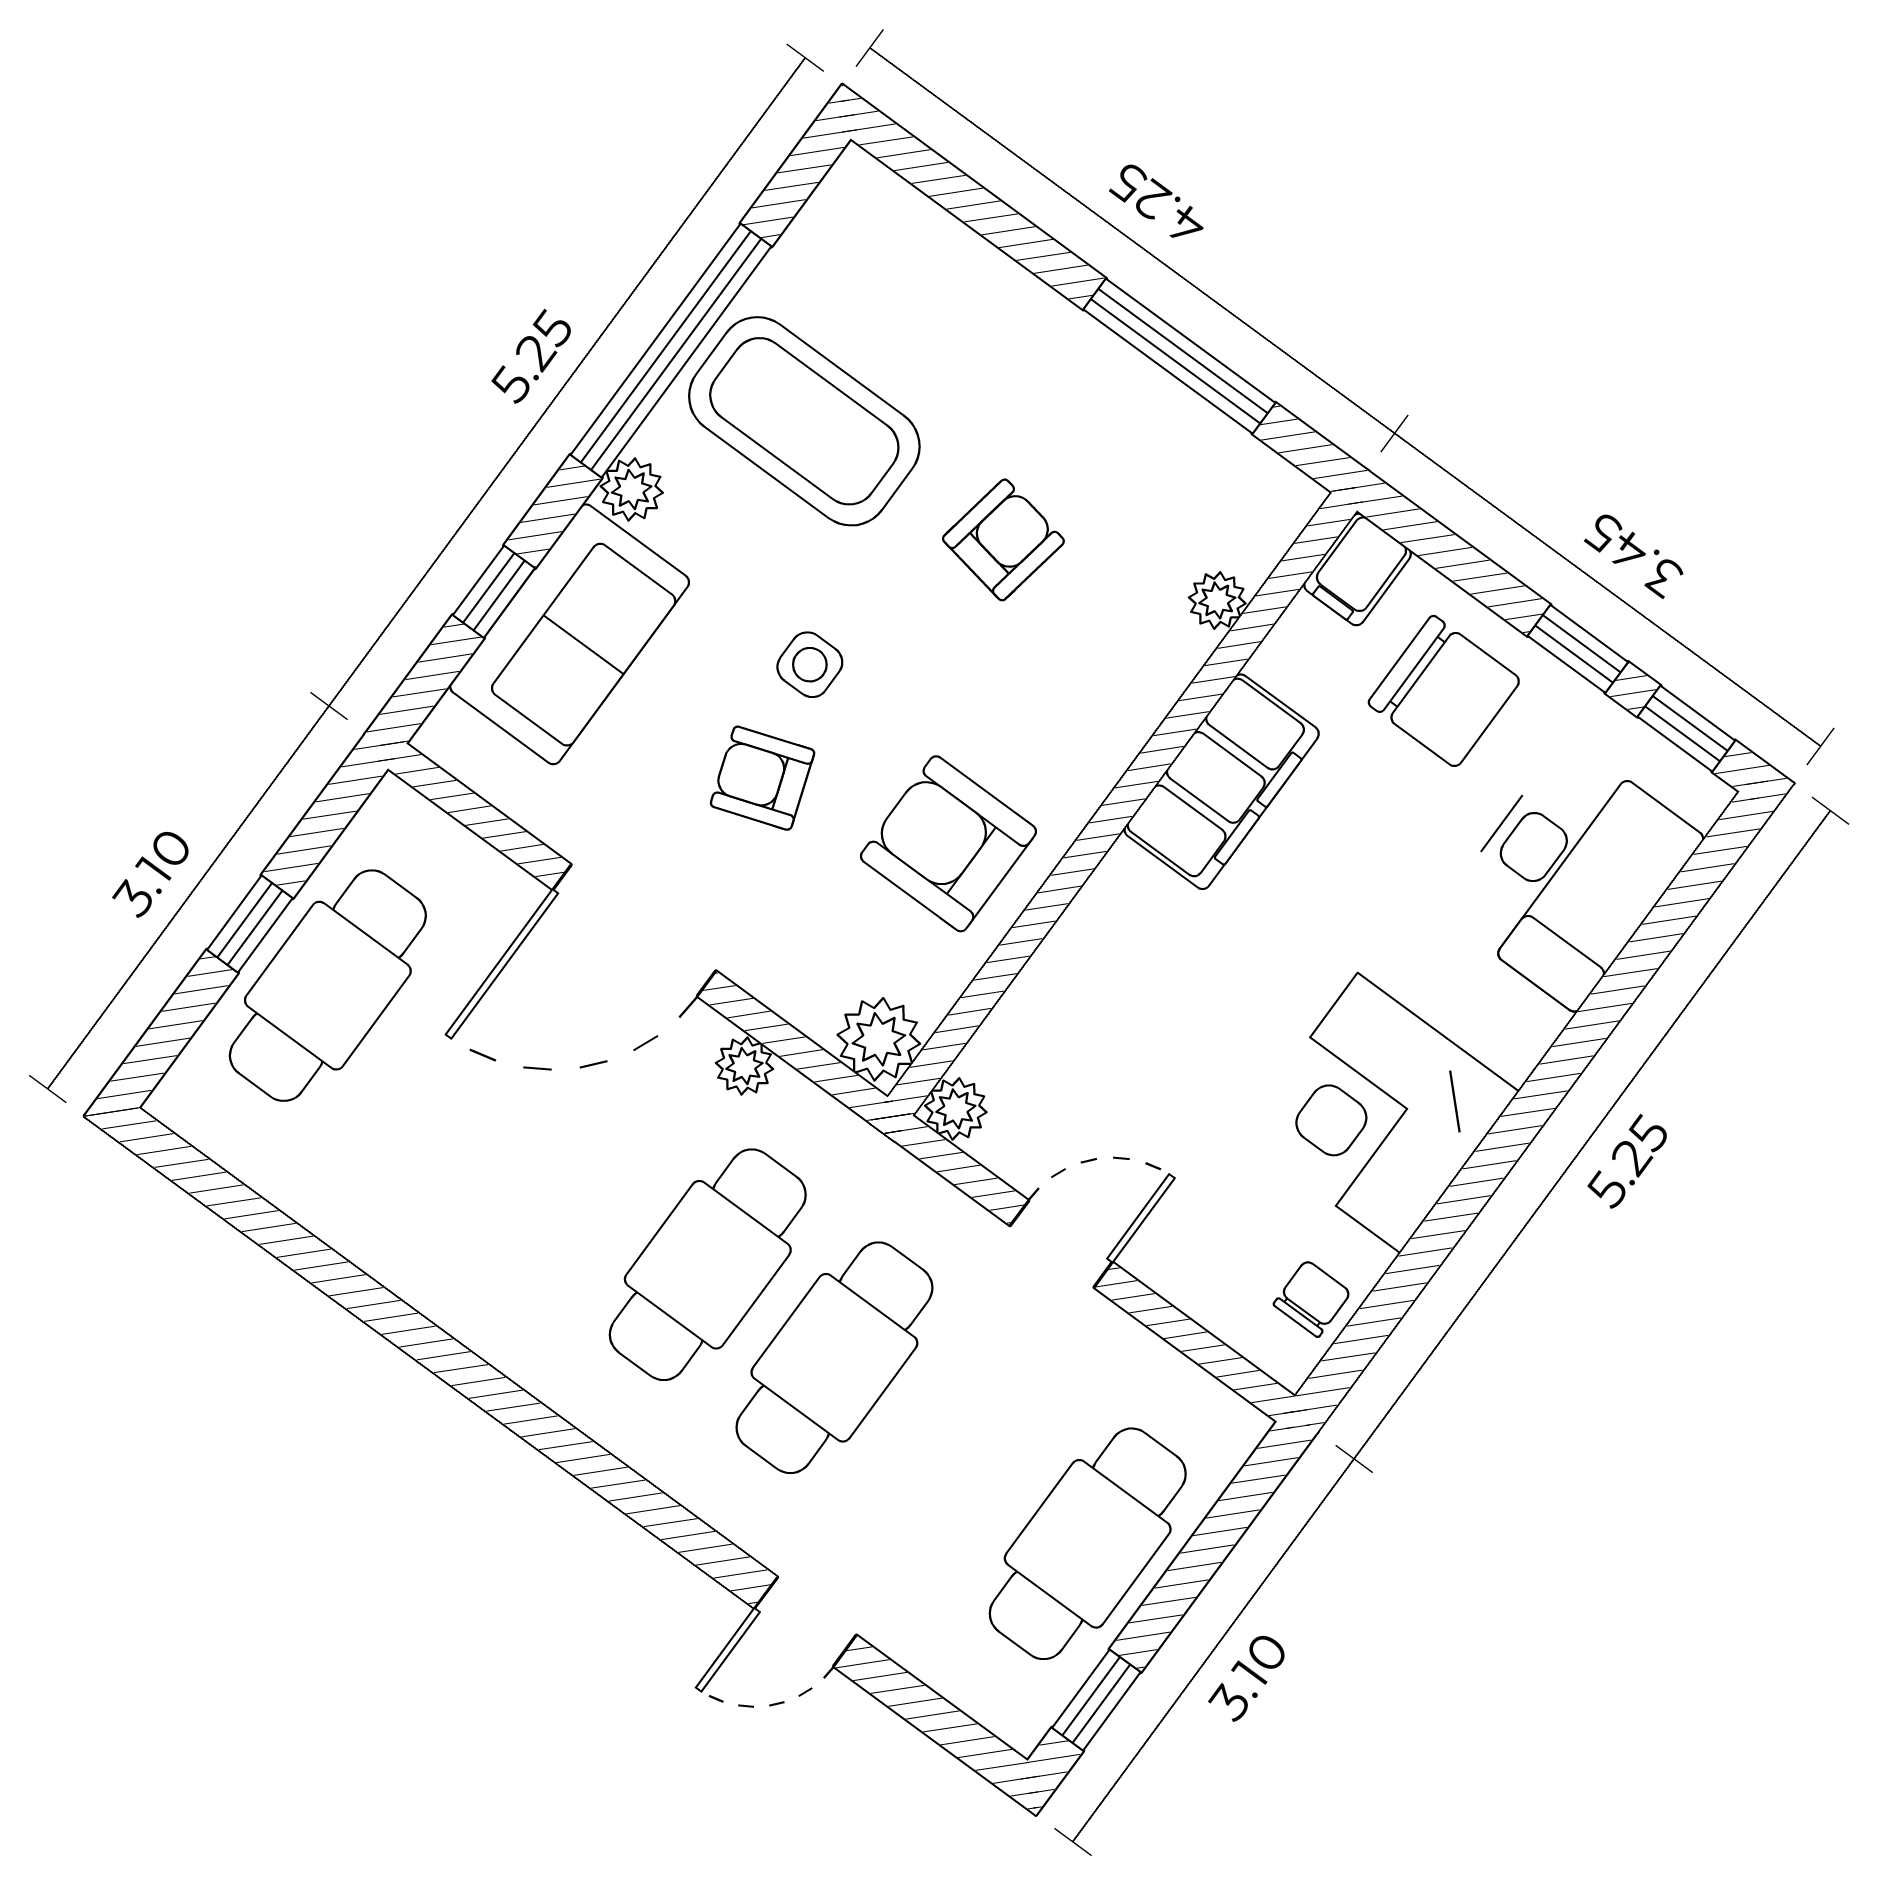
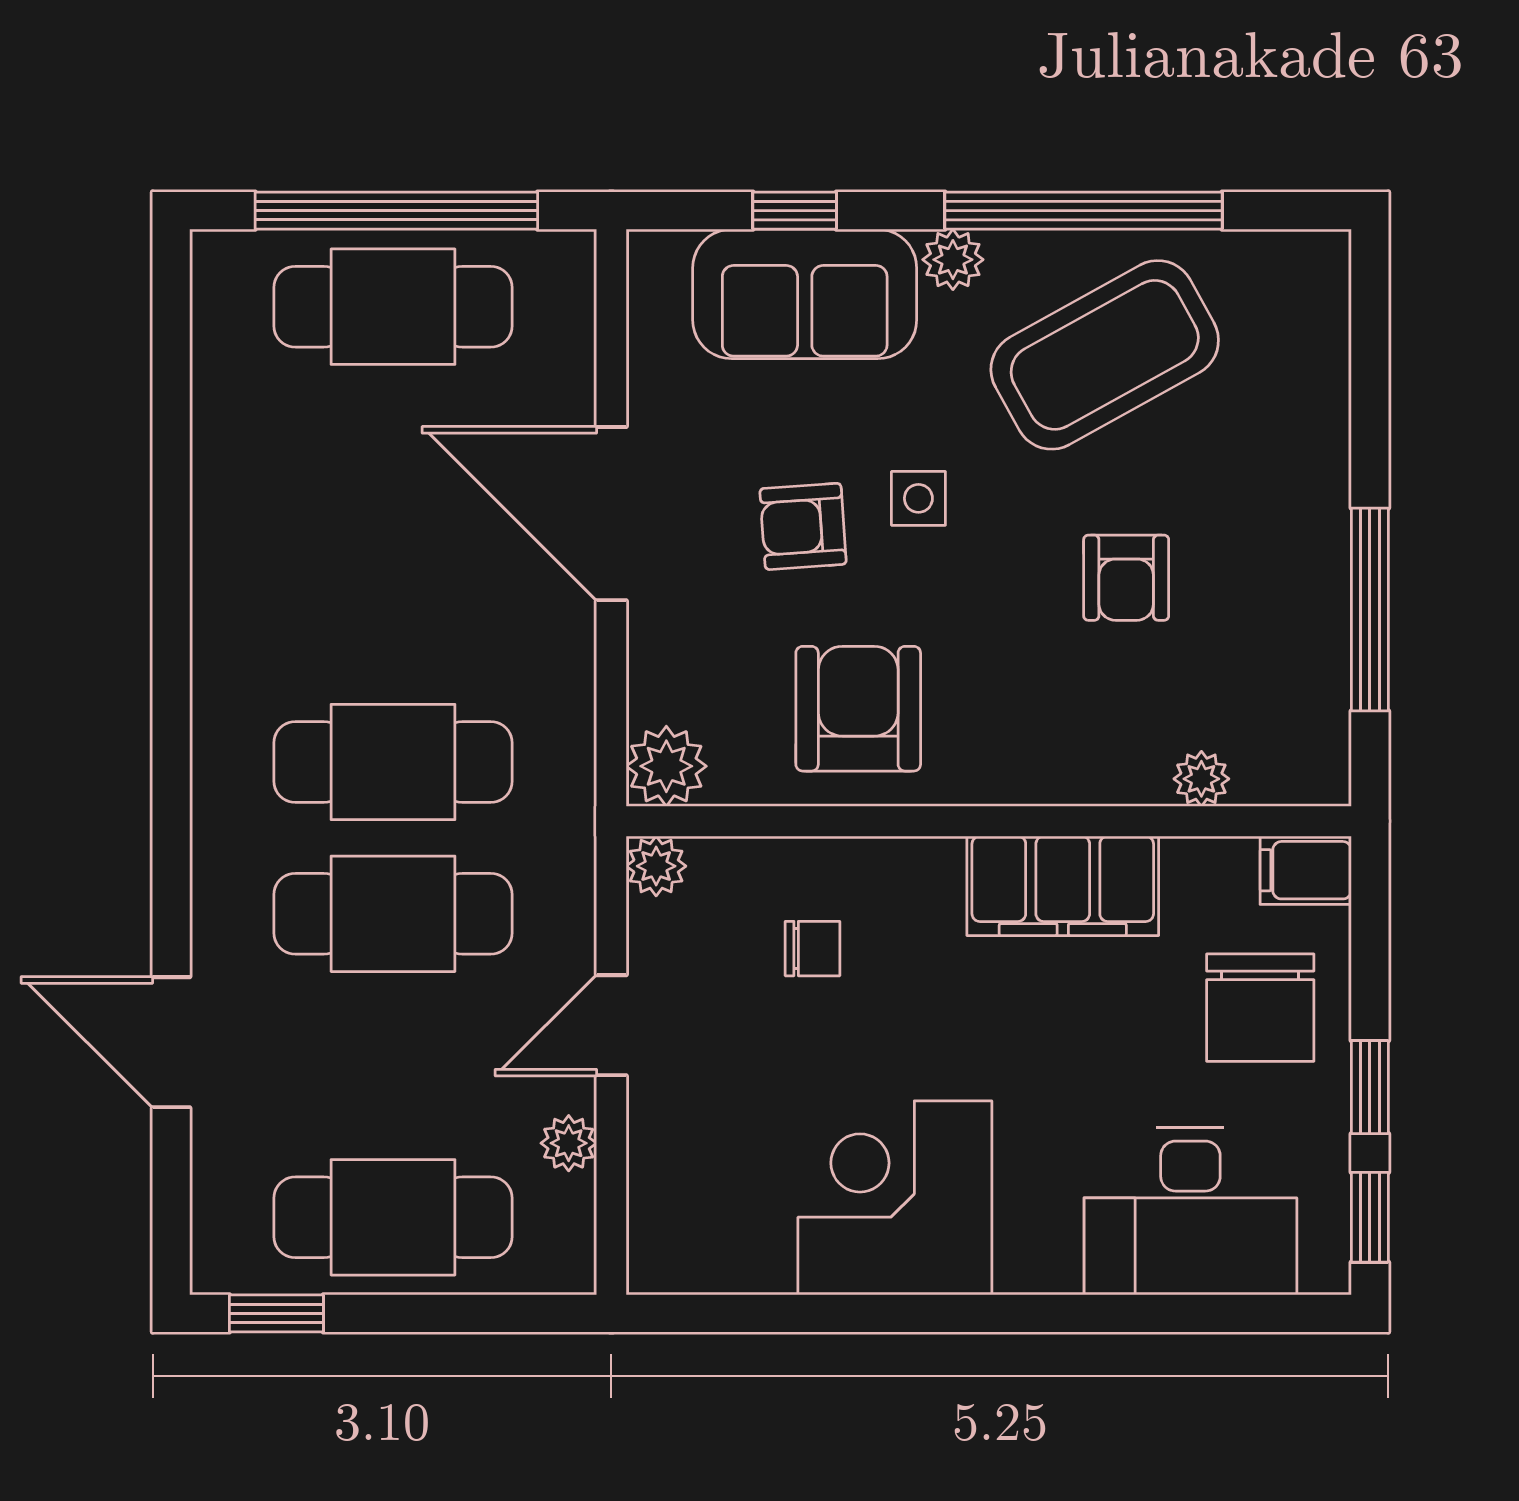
coffee table: (804, 421) -> (1105, 355), turned 61
armchair: (1003, 540) -> (1126, 578), turned 80
armchair: (763, 778) -> (803, 526), turned -75
window: (250, 924) -> (396, 211), width x3.17
plant: (744, 1066) -> (569, 1143), moved
door: (1061, 1244) -> (611, 1025), swing flipped
chair: (1312, 1299) -> (812, 949), moved
door: (806, 1622) -> (171, 1042), width x1.38

